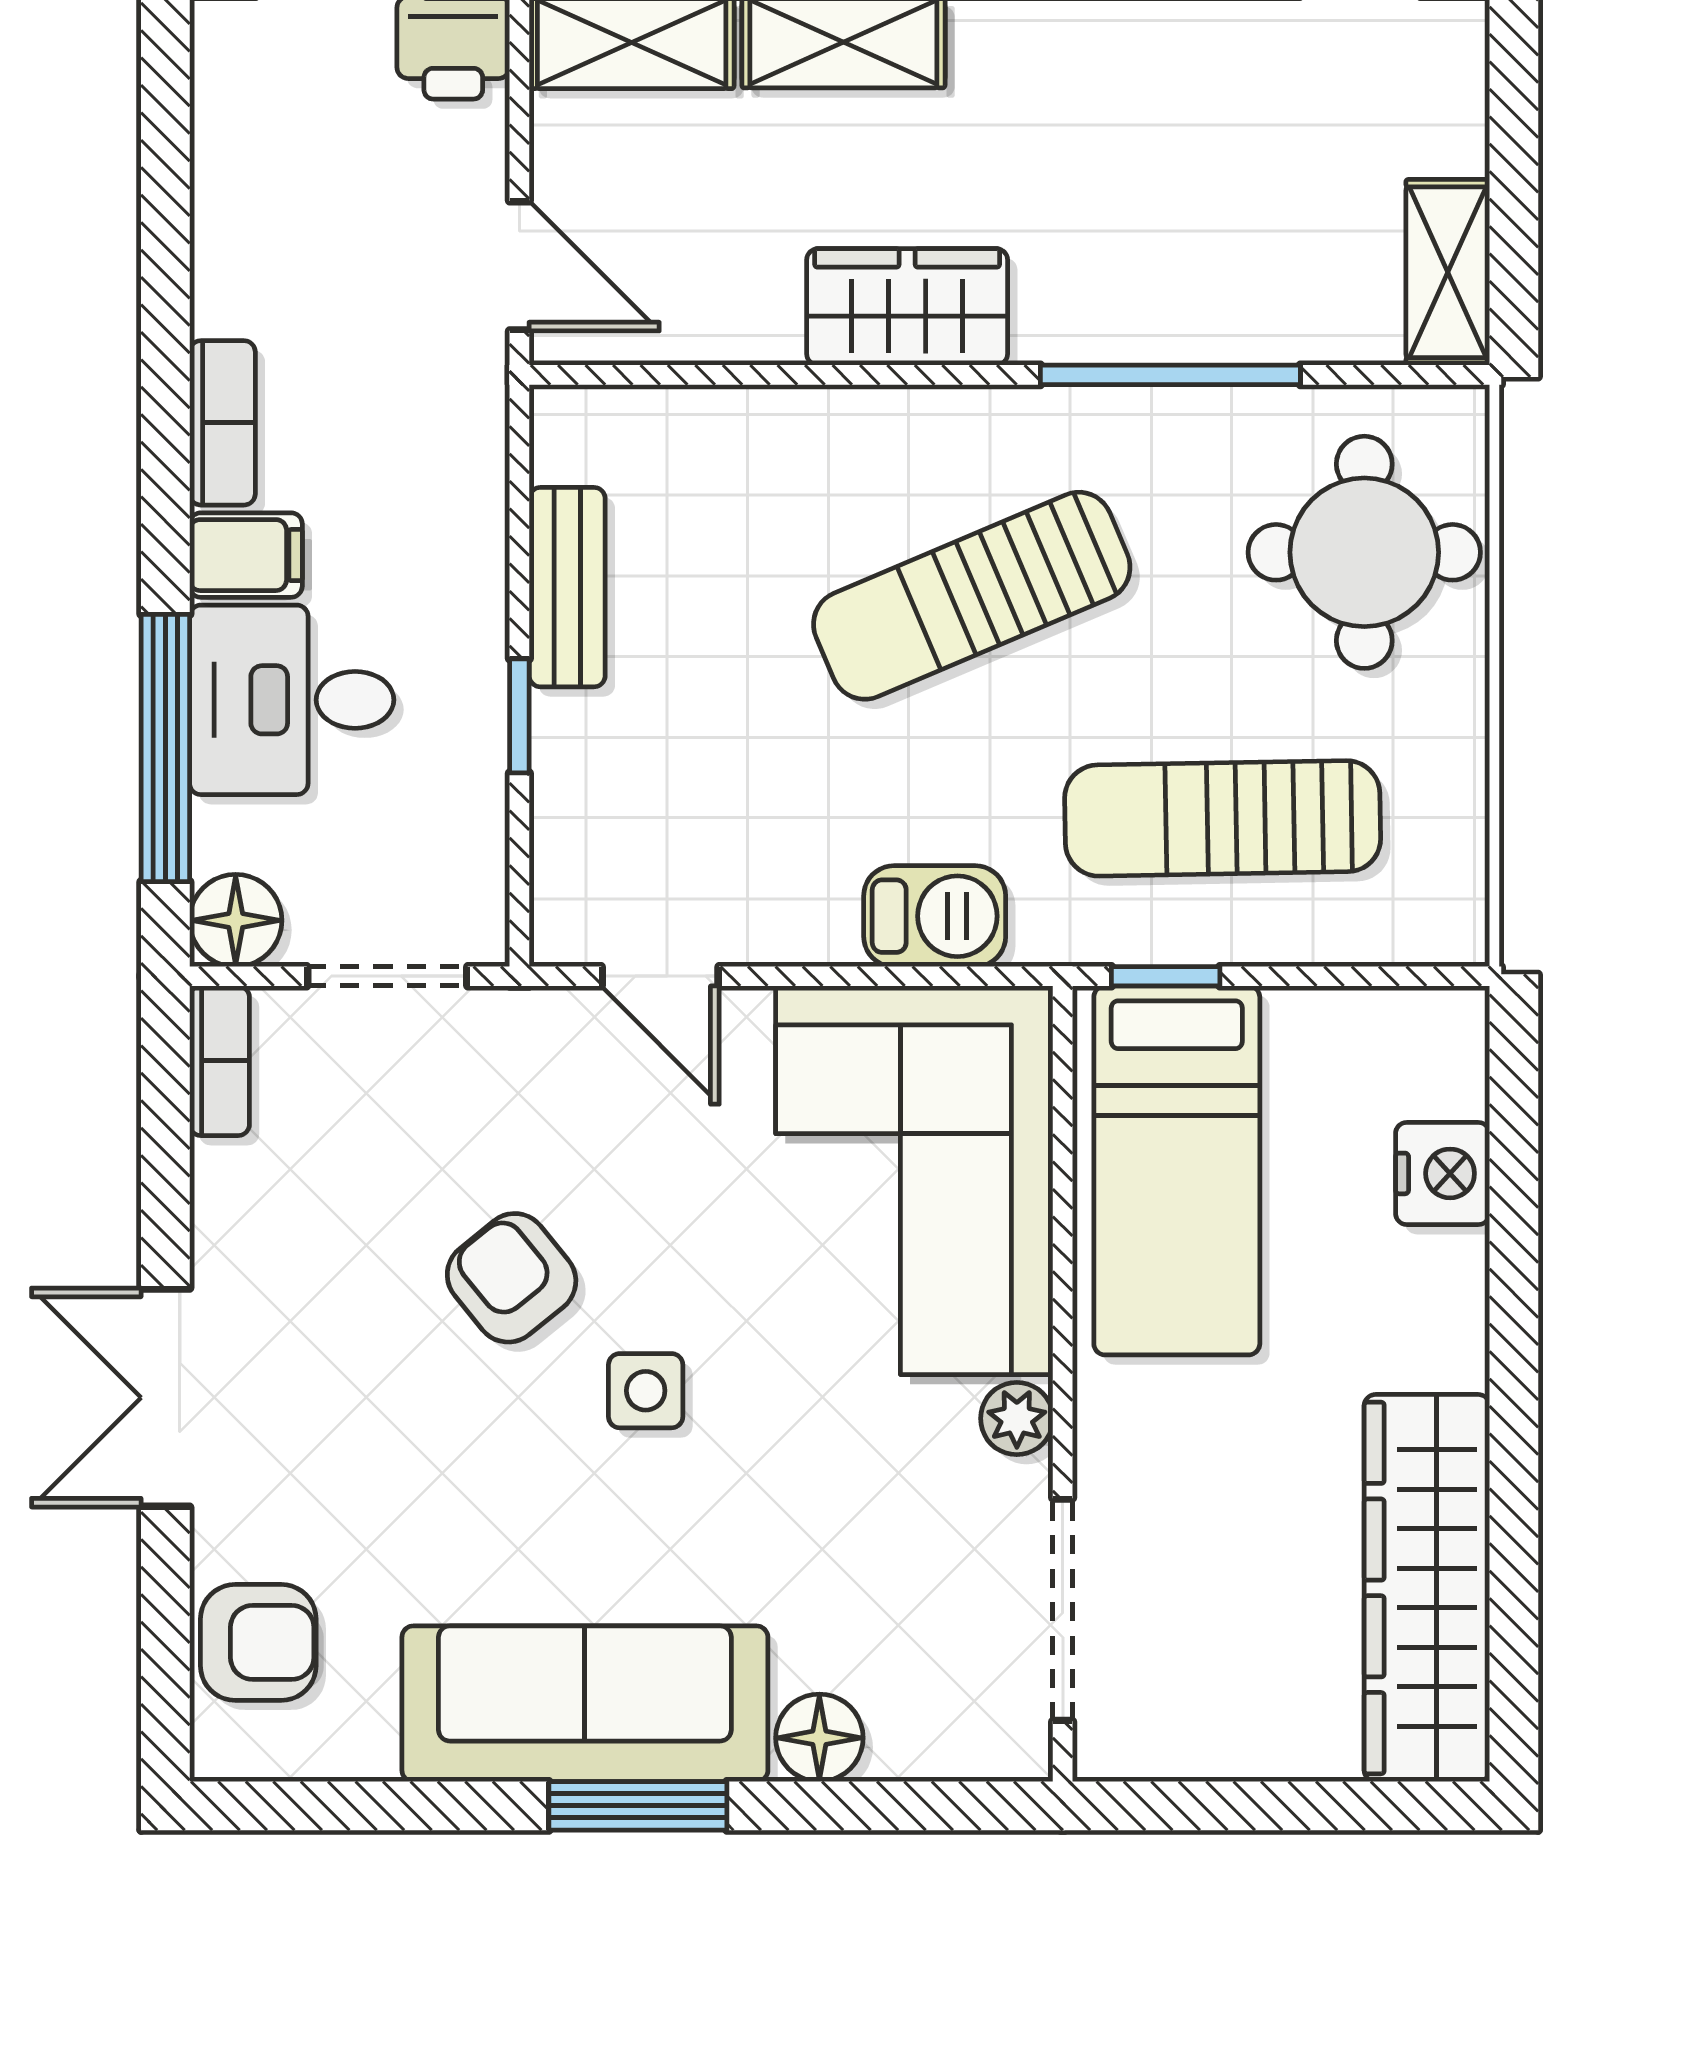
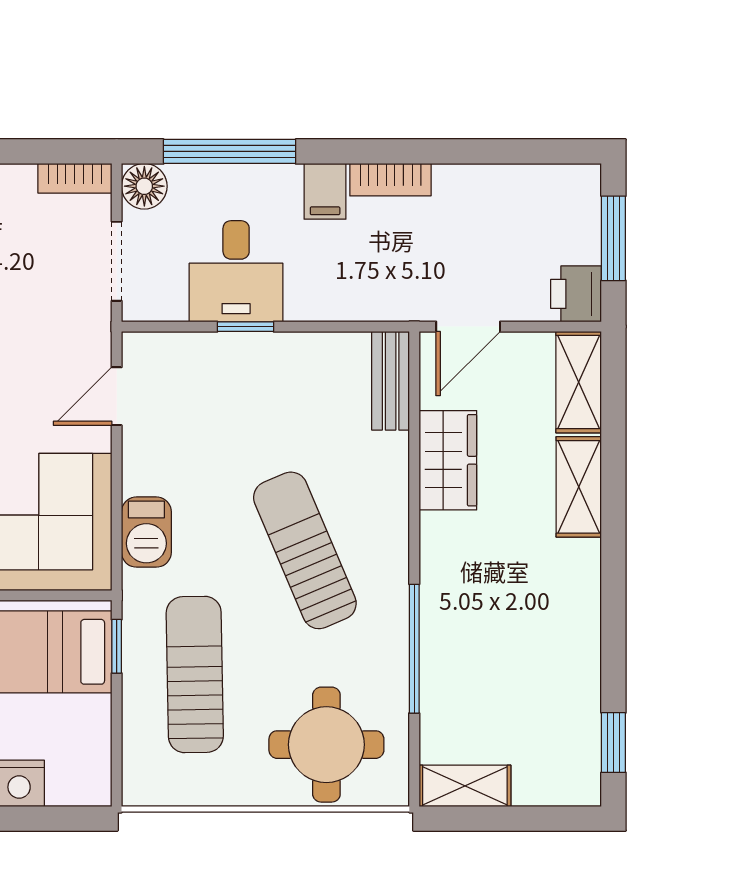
wardrobe: (907, 307) -> (448, 460), moved
bench: (567, 587) -> (391, 381), moved, turned 90
desk: (292, 700) -> (236, 271), moved, turned 180

